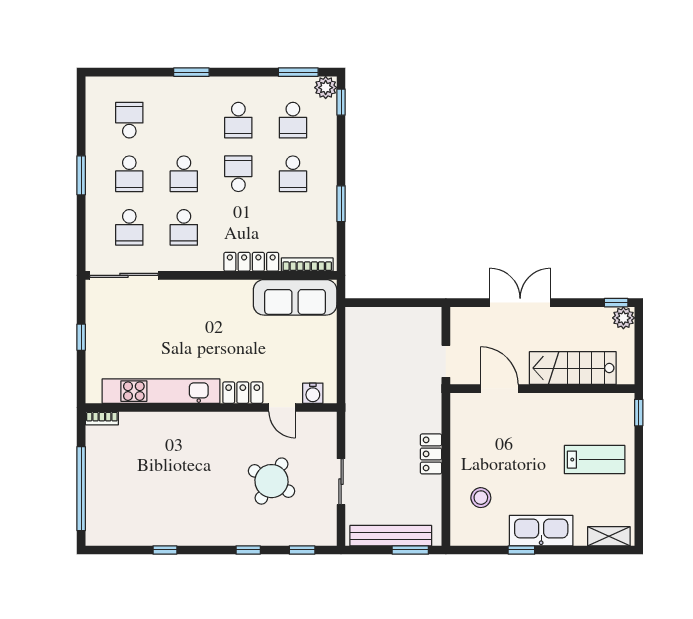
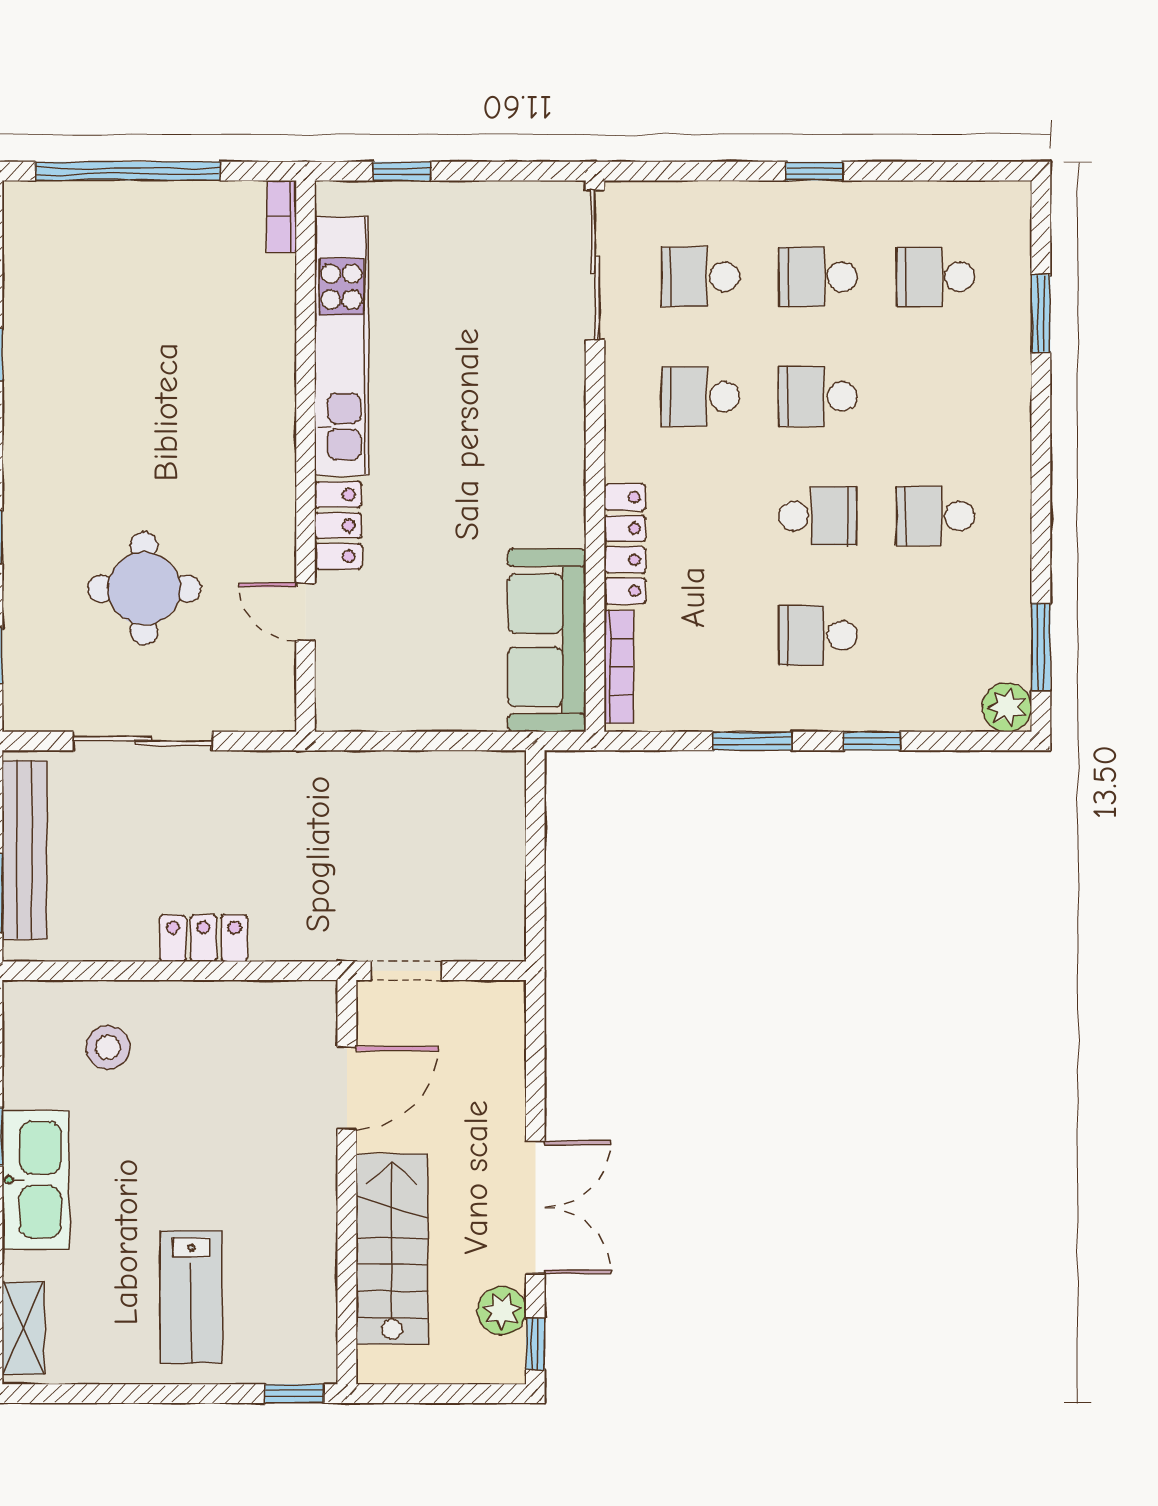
window: (191, 72) -> (1041, 314), moved
window: (341, 102) -> (872, 741), moved
school desk: (129, 120) -> (935, 277), turned 180
school desk: (293, 120) -> (935, 635), removed
window: (81, 175) -> (815, 171), width x0.67
double door: (520, 303) -> (535, 1207), moved
plant: (623, 318) -> (502, 1311), moved
window: (81, 337) -> (402, 171), moved
water cooler: (313, 393) -> (337, 679), removed
door: (282, 407) -> (306, 612), hinge flipped
round table: (272, 481) -> (144, 589), turned -31
sliding door: (341, 482) -> (143, 741), width x1.37

